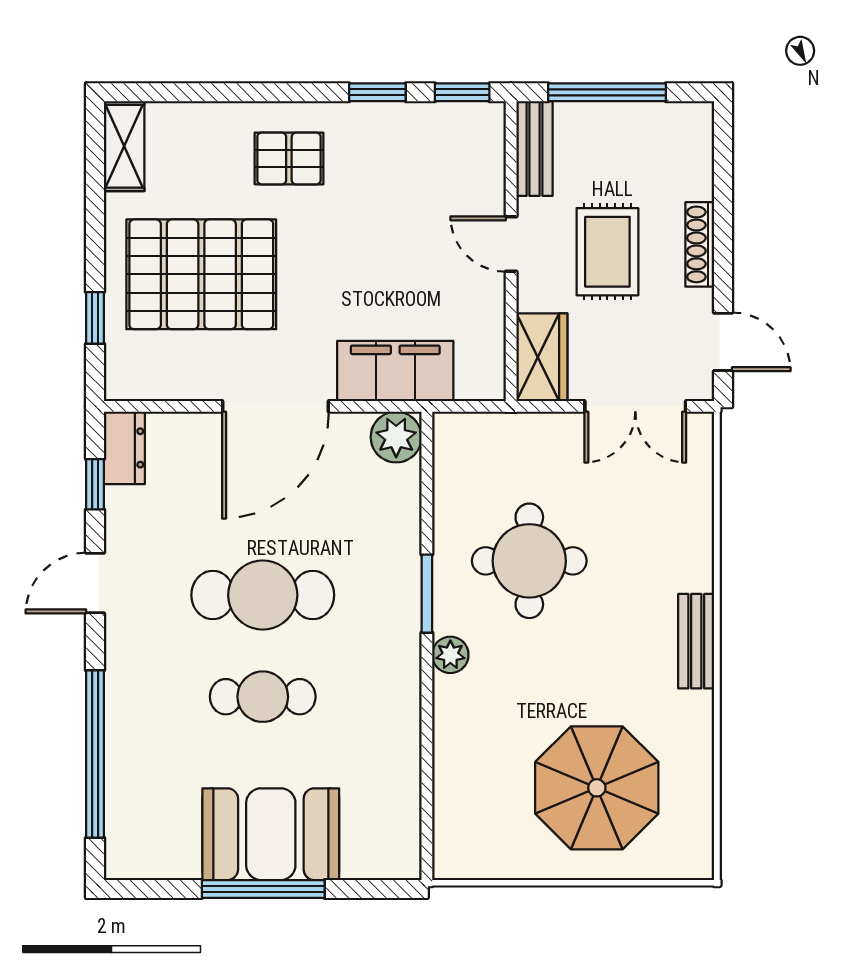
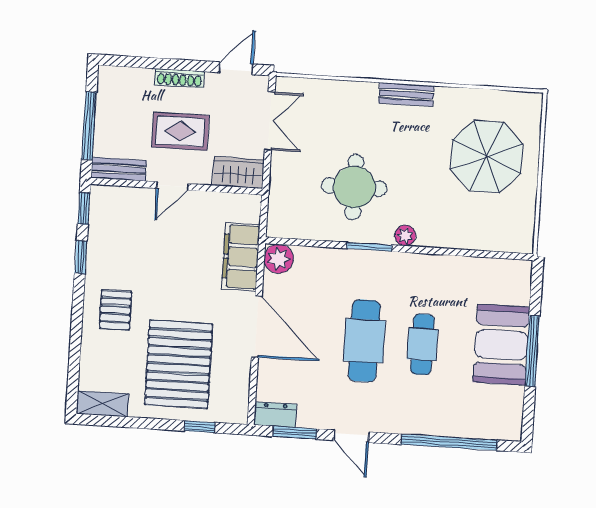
window: (95, 484) -> (295, 433), width x1.50

